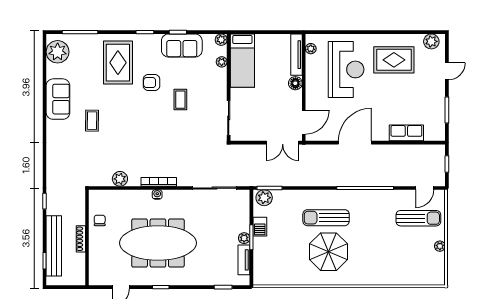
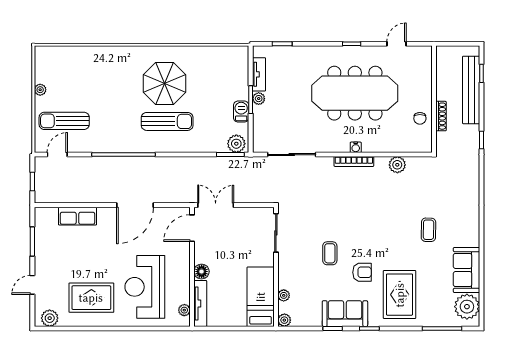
sofa: (182, 46) -> (345, 314), moved
sofa: (58, 99) -> (466, 270), moved
shoe rack: (81, 239) -> (441, 116), moved

